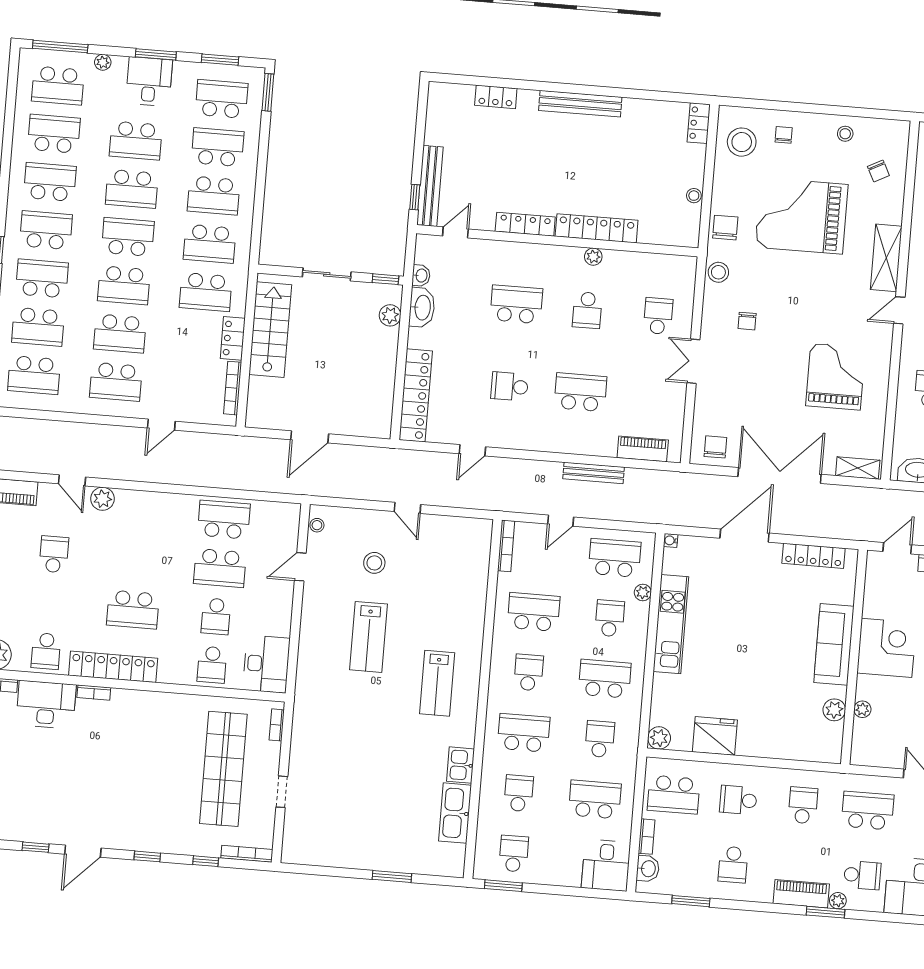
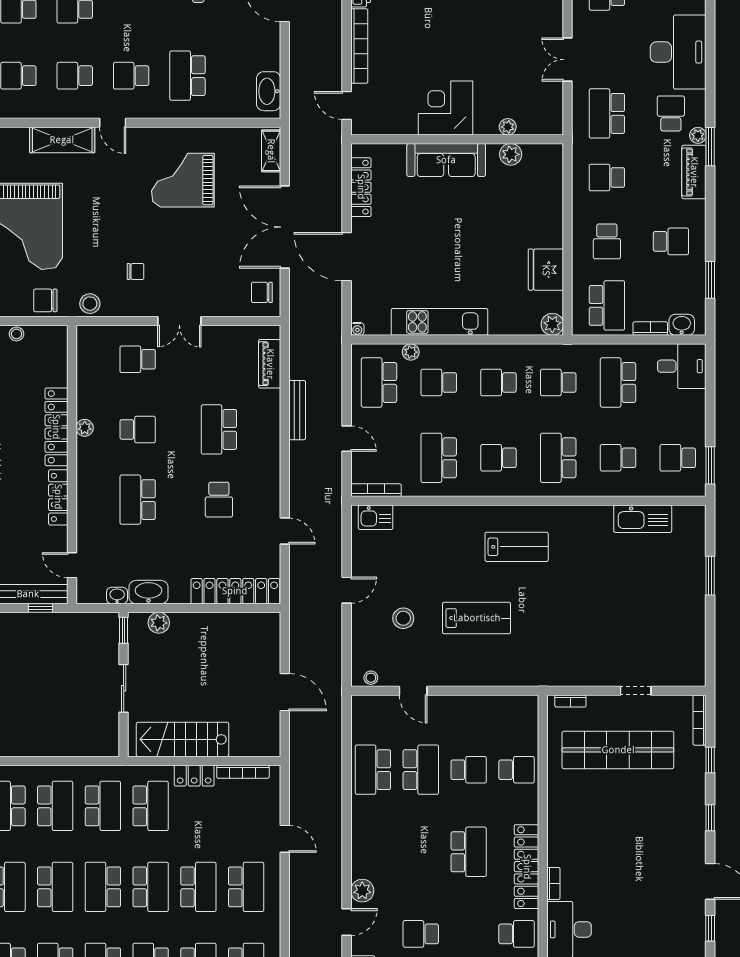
desk: (266, 664) -> (511, 716), removed
school desk: (605, 679) -> (498, 382), width x0.54
kitchen sink: (461, 765) -> (376, 517), moved

